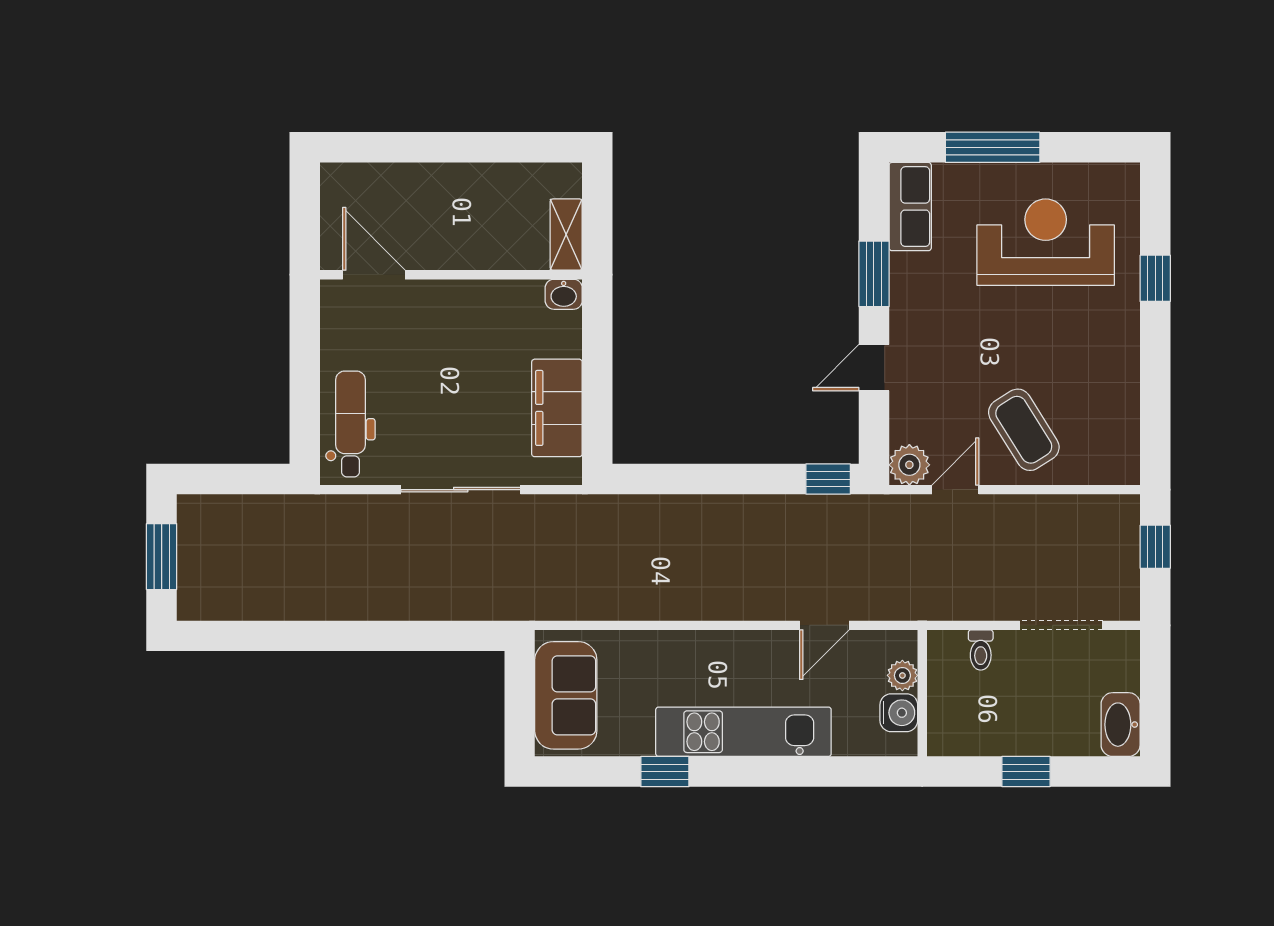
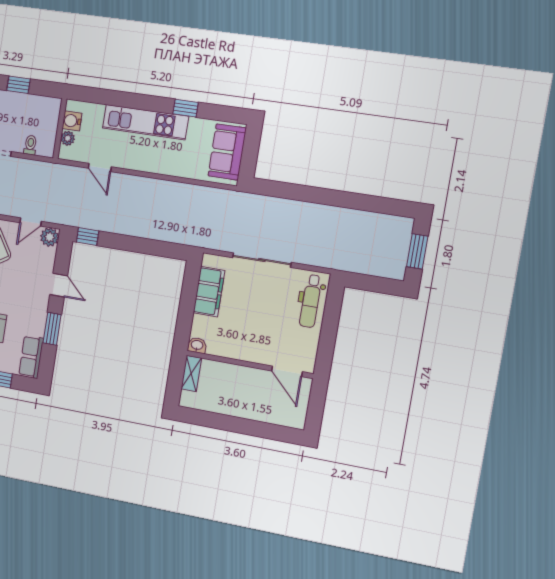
door: (874, 368) -> (59, 285), hinge flipped
door: (824, 625) -> (100, 168), swing flipped

